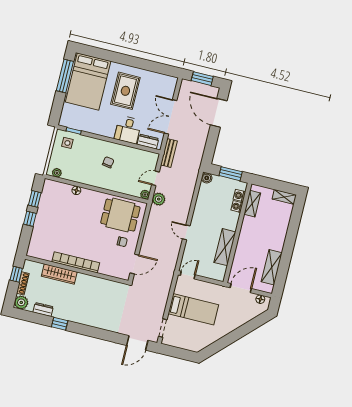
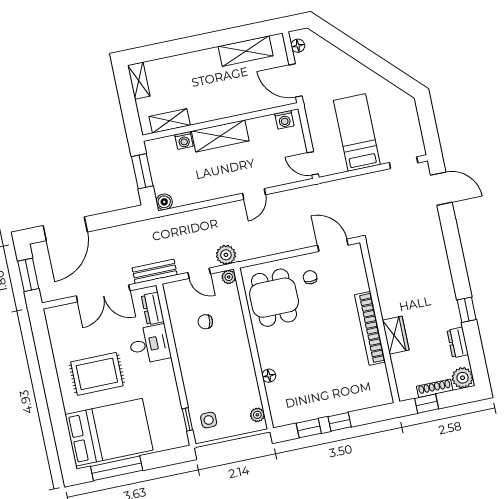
chair: (108, 162) -> (205, 322), moved
washing machine: (239, 196) -> (284, 120), moved
shelving: (225, 247) -> (220, 136), moved
wardrobe: (59, 274) -> (396, 335), width x0.67

